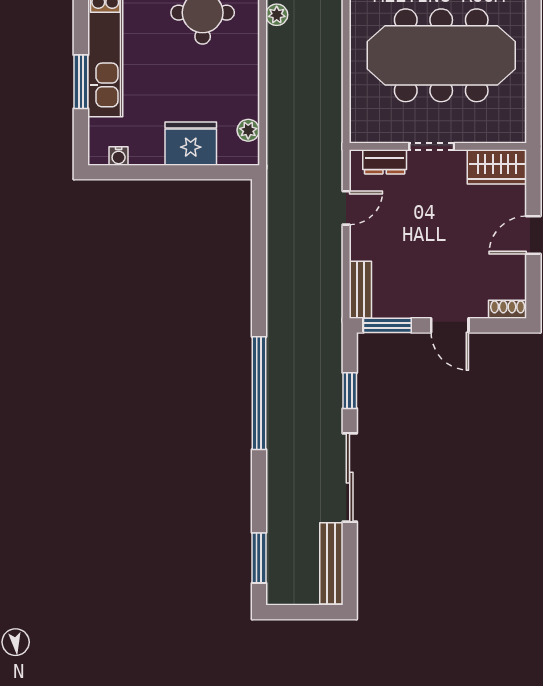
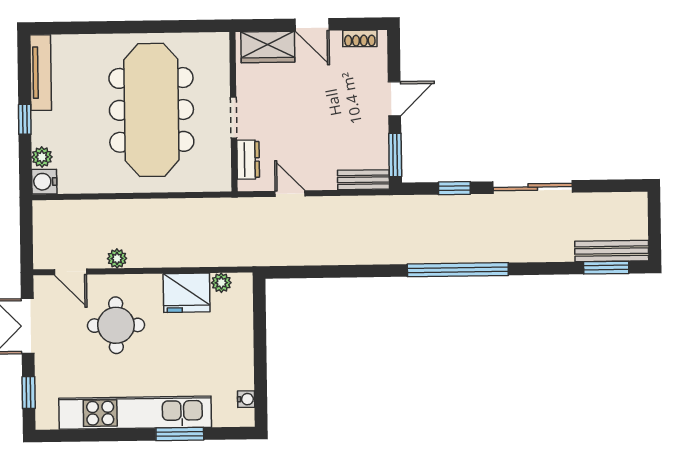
fridge: (191, 144) -> (187, 293), moved, turned -90
wardrobe: (497, 167) -> (268, 47), moved, turned 90
shoe rack: (508, 309) -> (360, 38), moved, turned -90
bench: (331, 563) -> (612, 251), moved

